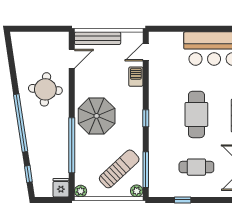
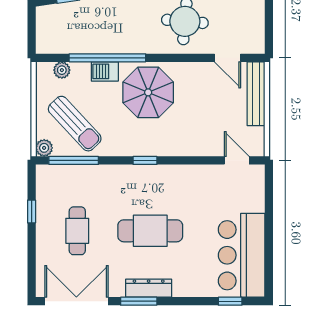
barbecue: (136, 77) -> (105, 71), moved, turned 180
fridge: (61, 188) -> (49, 43), removed
plant: (81, 191) -> (62, 70), moved

